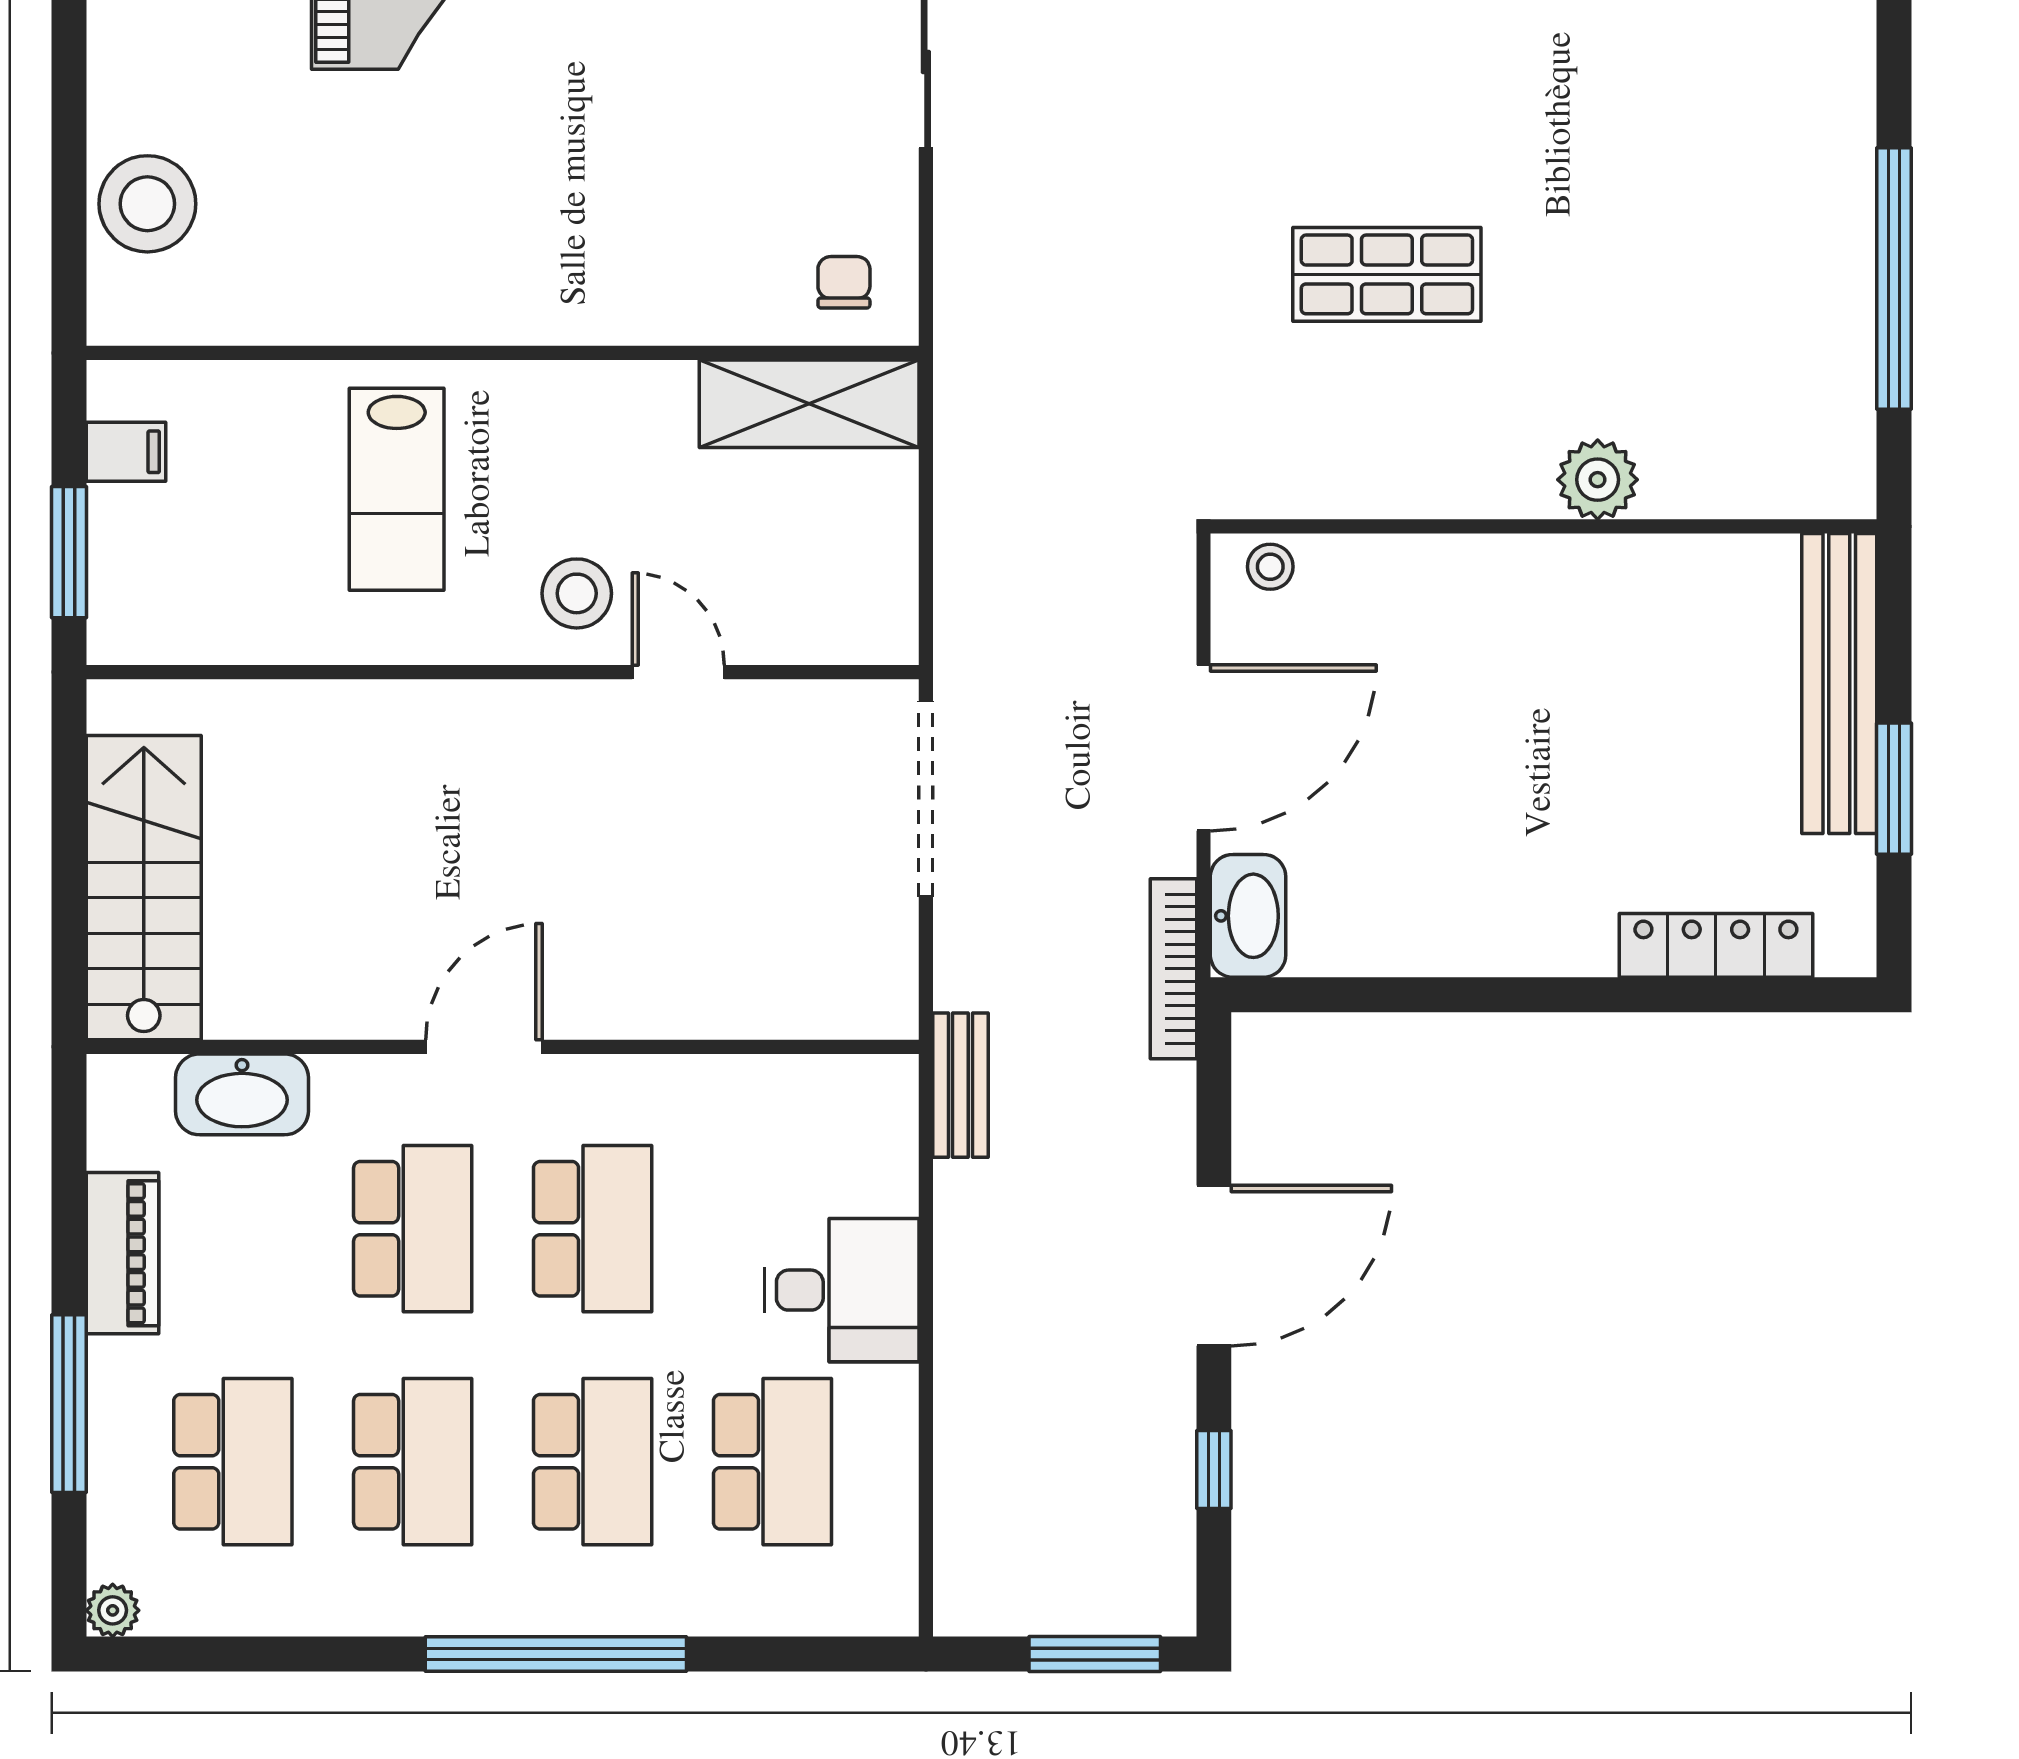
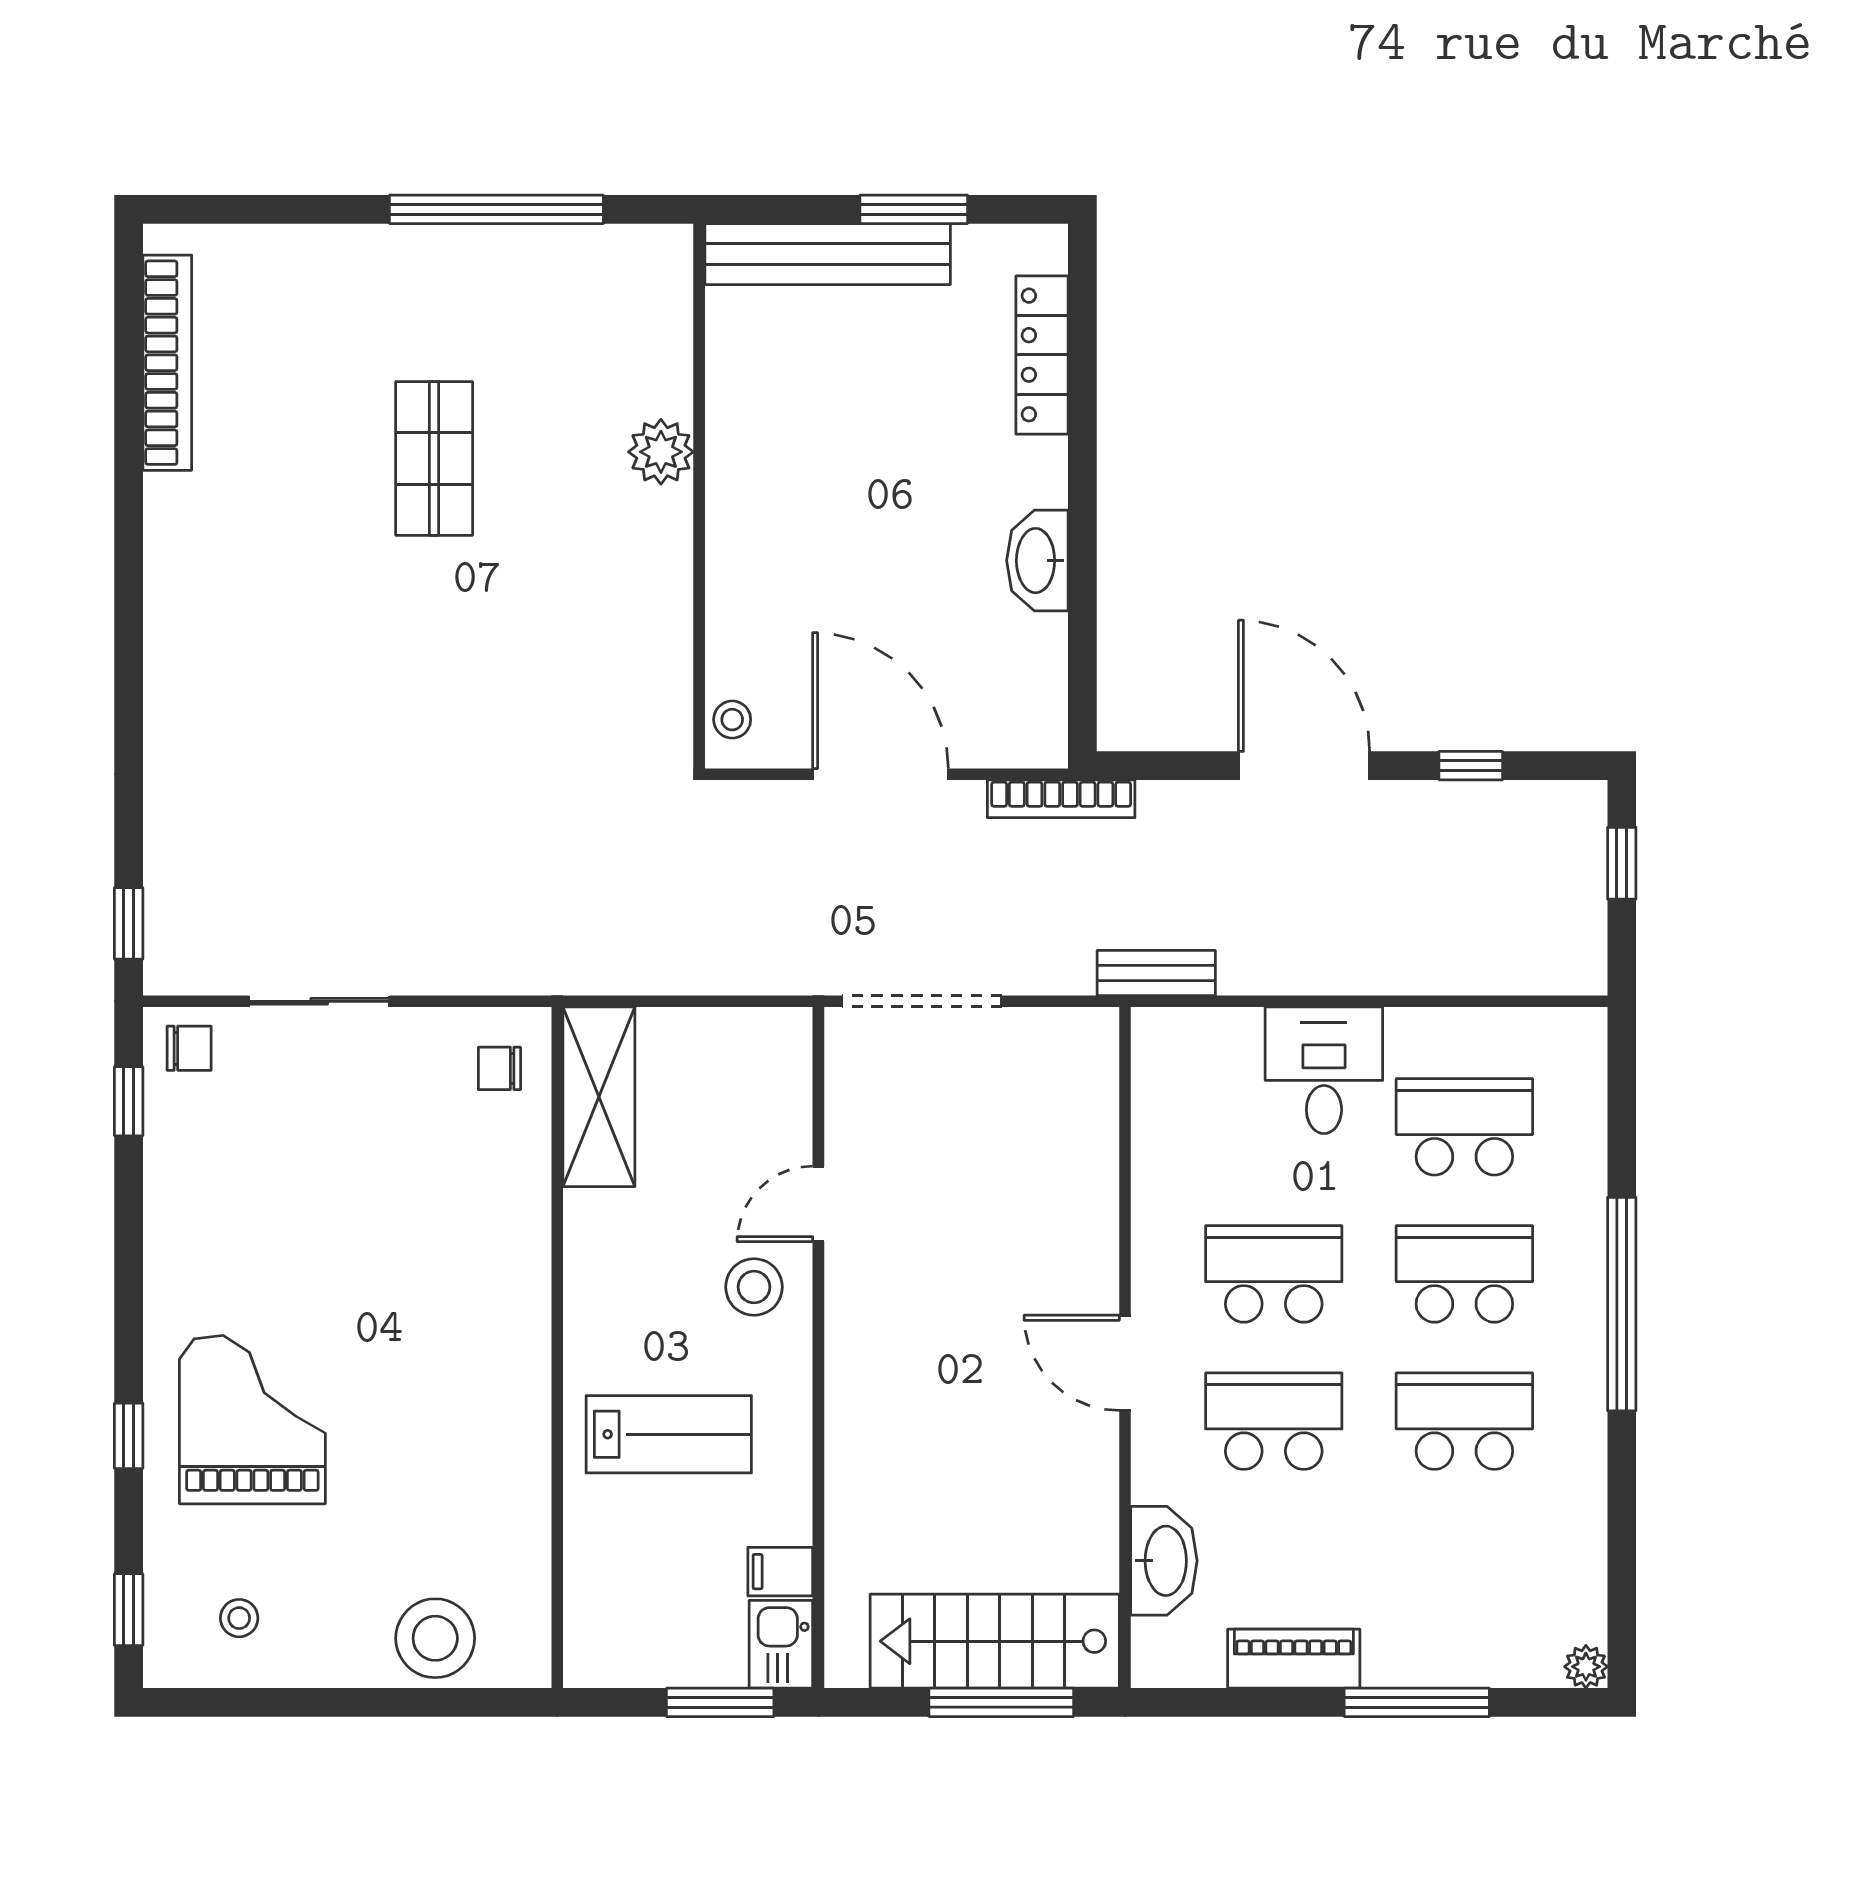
shop shelf: (1387, 274) -> (434, 458), moved
filing cabinet: (126, 452) -> (780, 1572), moved, turned -90
kitchen sink: (140, 626) -> (781, 1644), added
window: (69, 896) -> (1001, 1702), added
washbasin: (1248, 916) -> (1037, 561), moved, turned -90
school desk: (233, 1462) -> (1464, 1568), removed
window: (1095, 1654) -> (1622, 863), width x0.67

